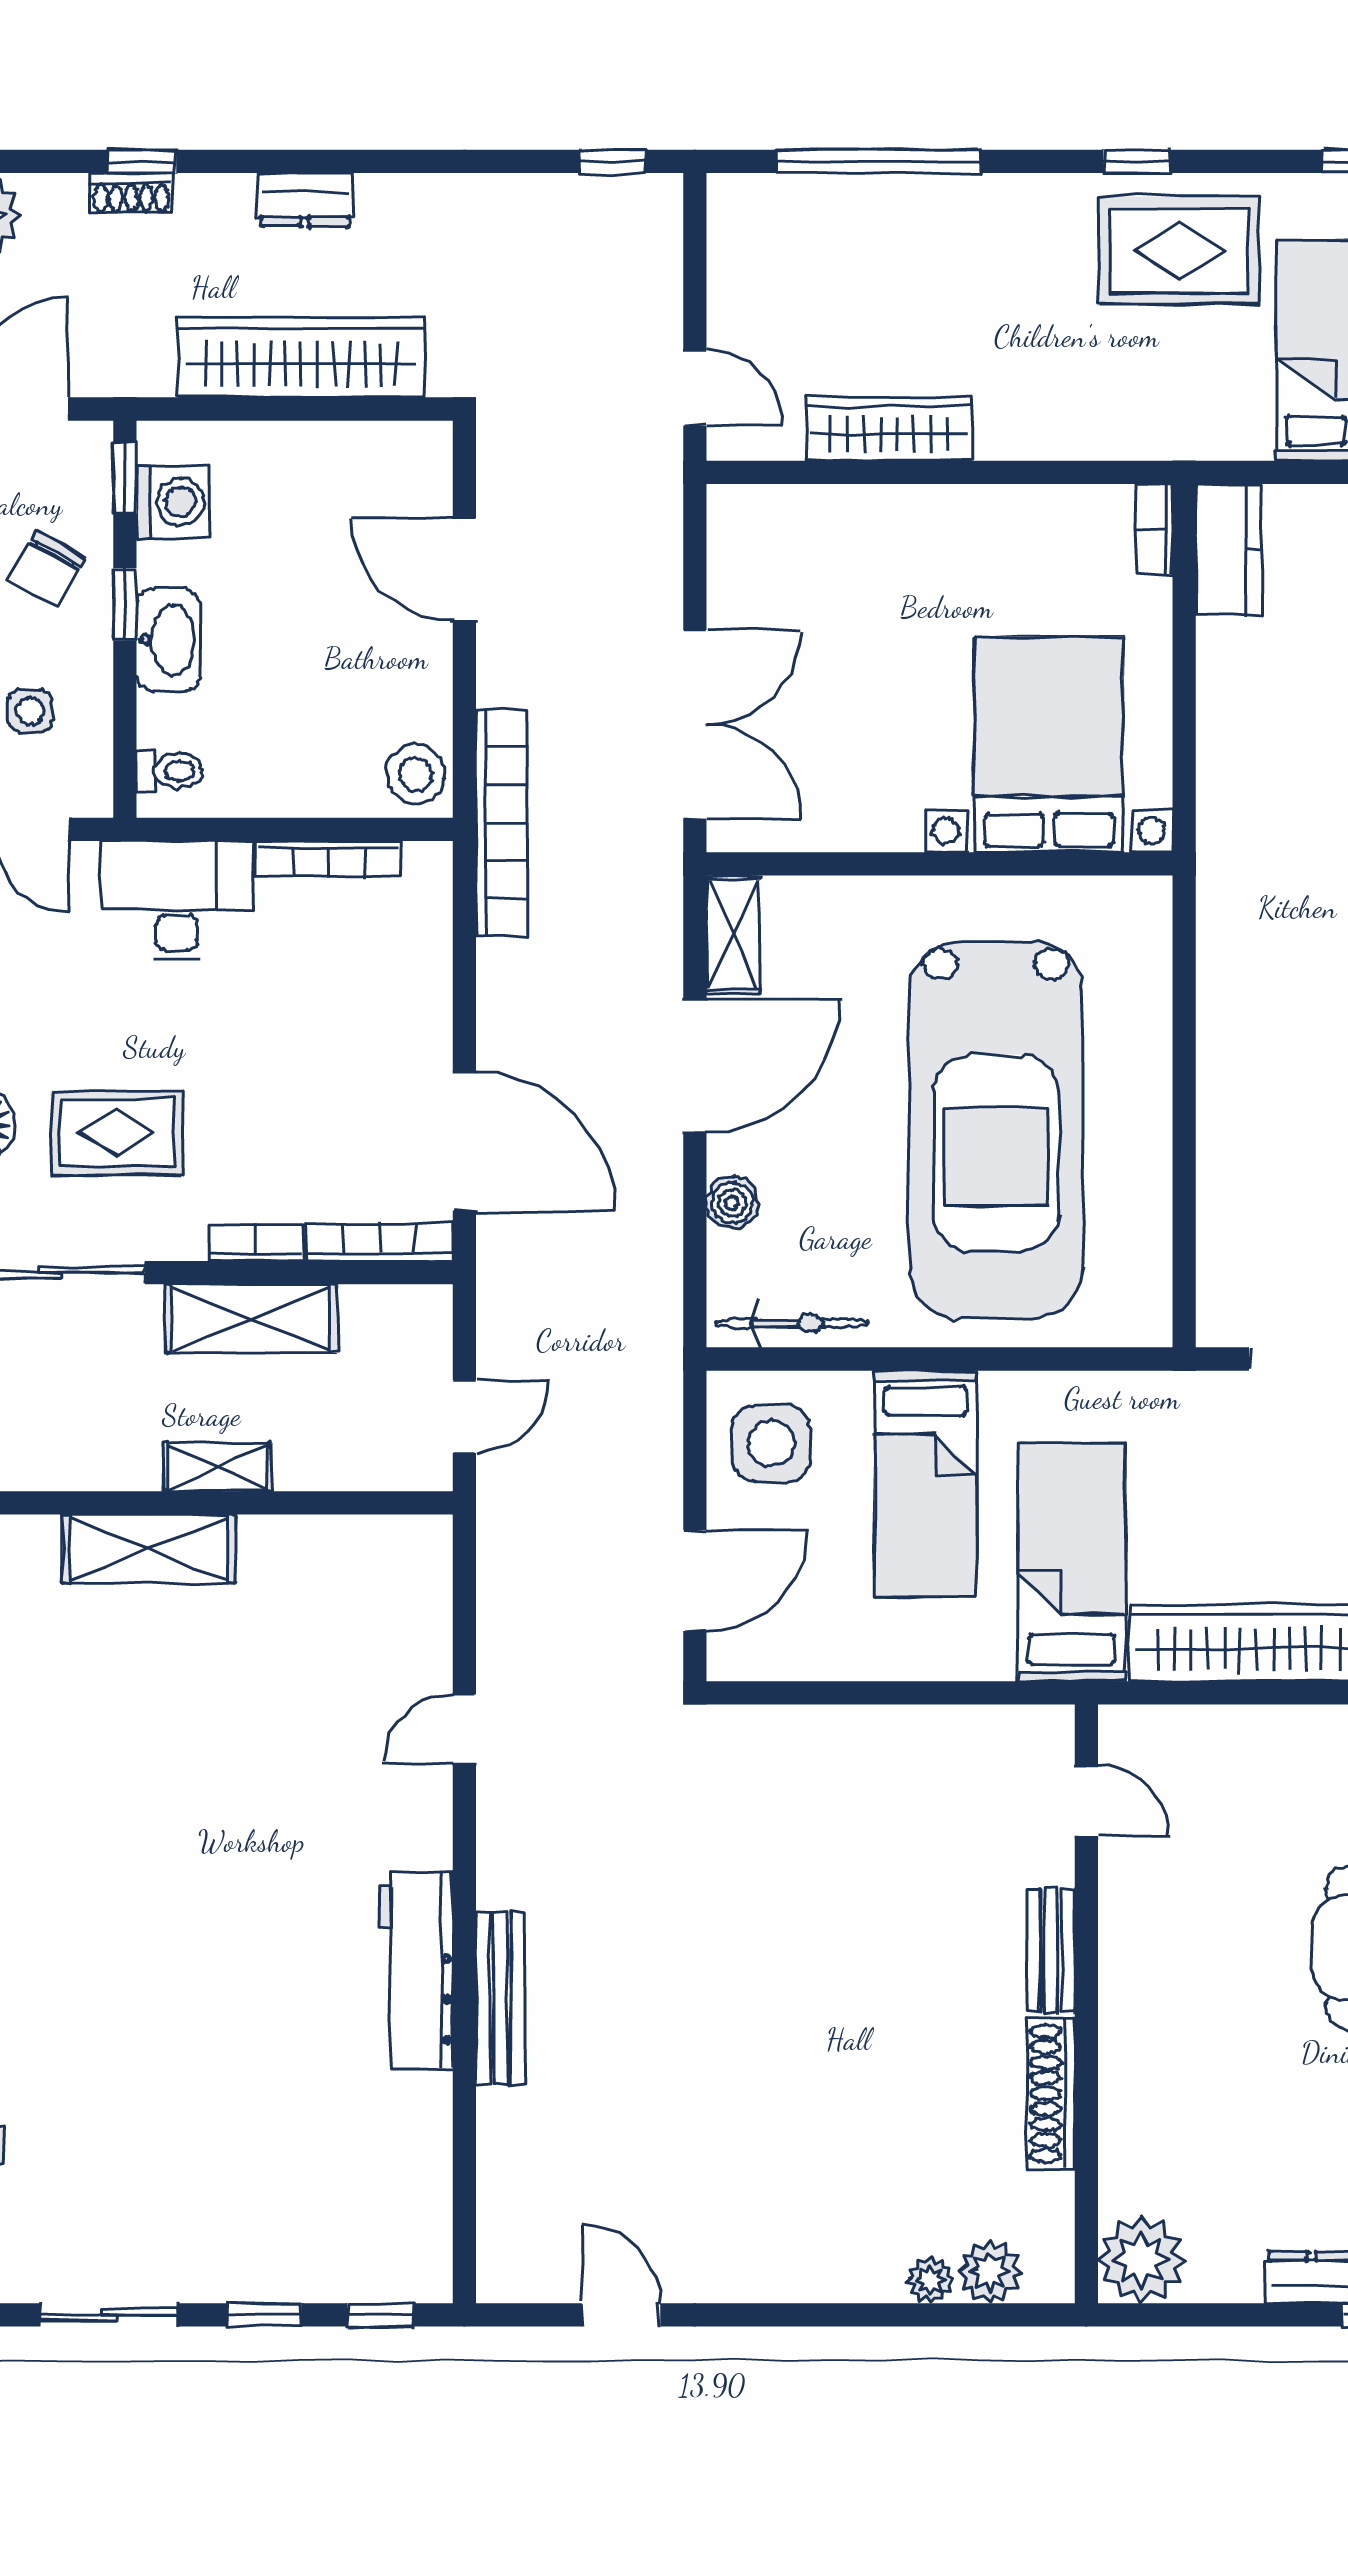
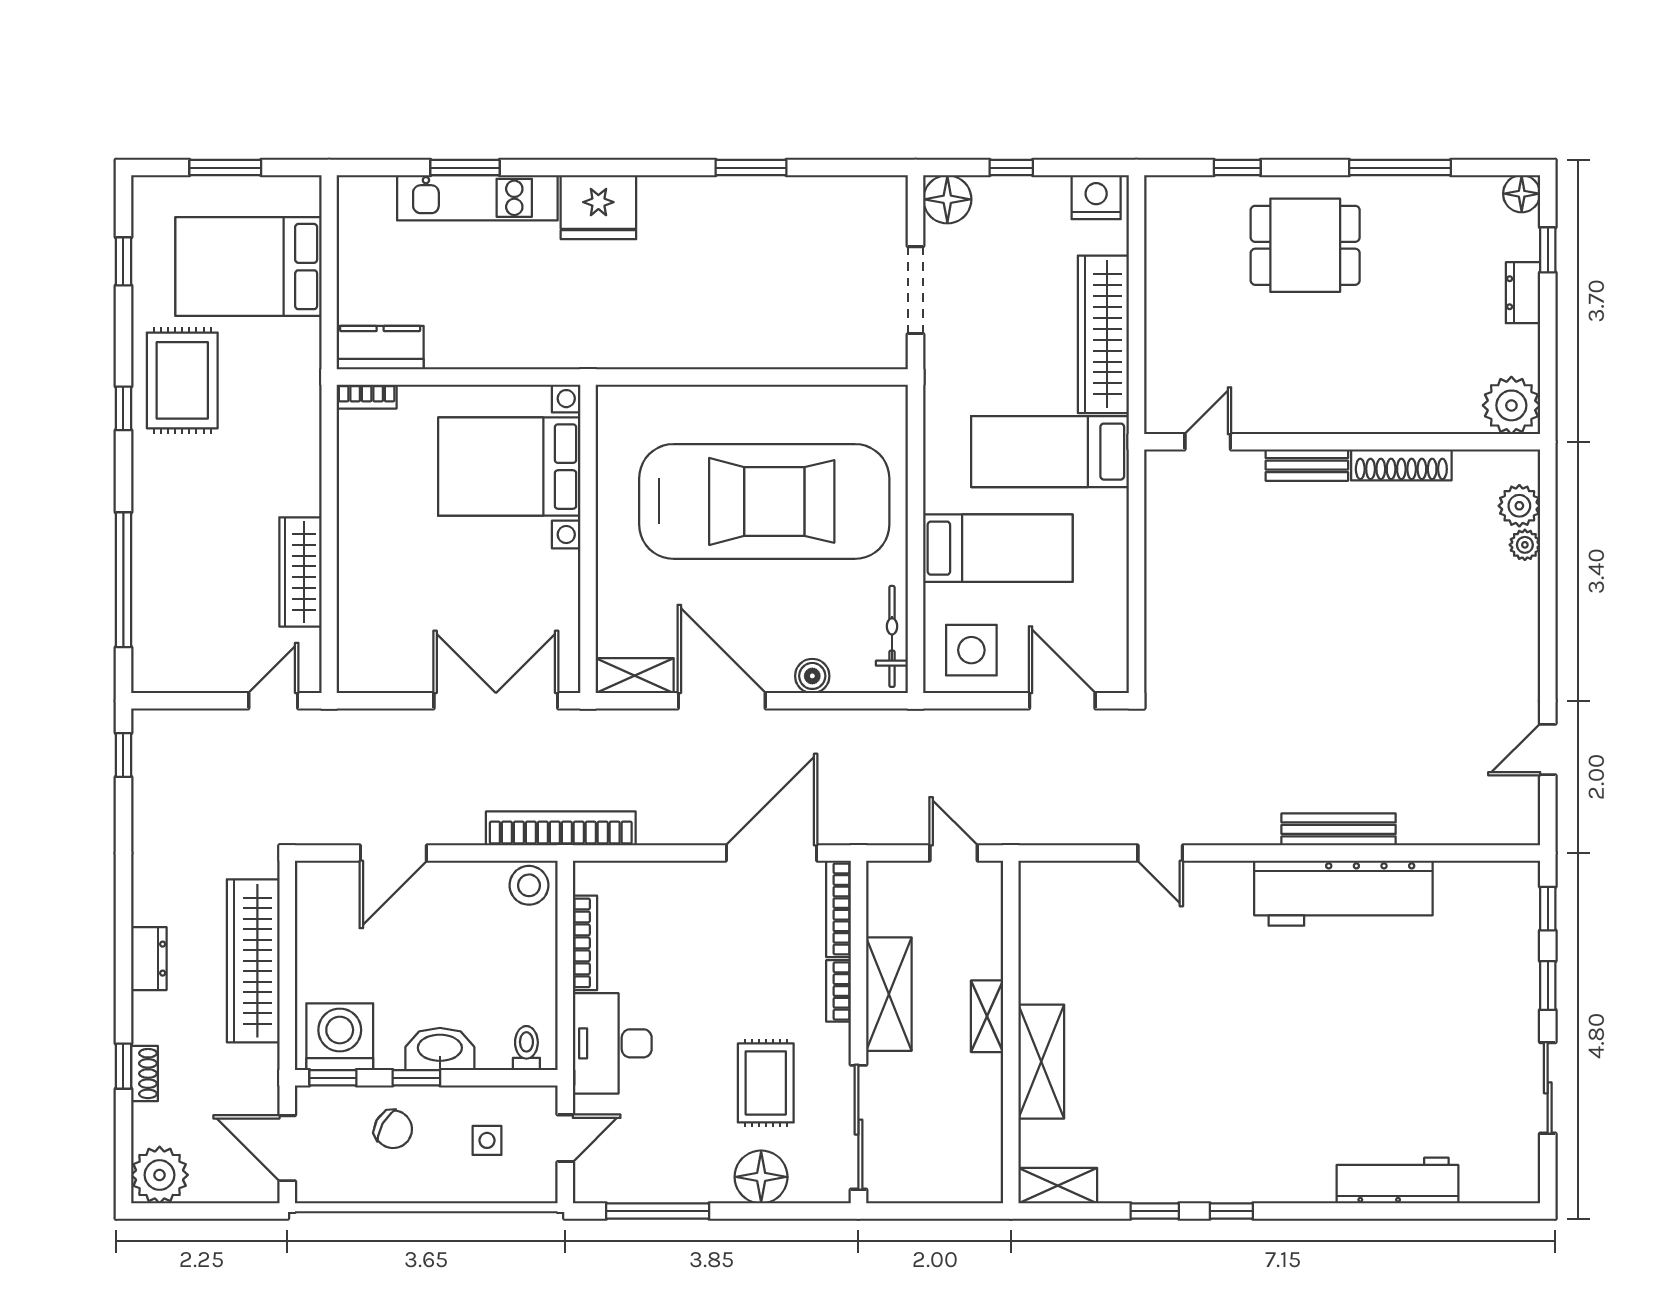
washing machine: (173, 502) -> (340, 1037), width x1.37, depth x1.37
workbench: (416, 1970) -> (1343, 893), width x1.36, depth x1.32

